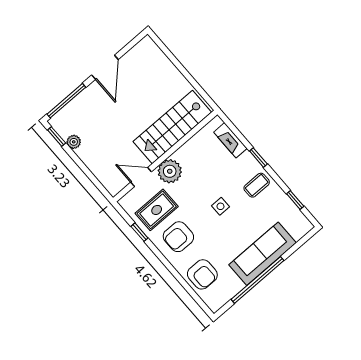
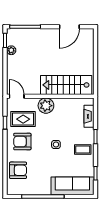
door: (105, 67) -> (69, 27), moved
door: (141, 177) -> (17, 96), moved
sofa: (263, 254) -> (72, 186), moved
armchair: (202, 274) -> (18, 170), turned -90

